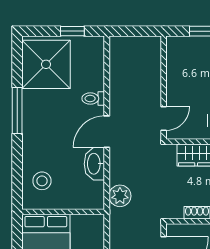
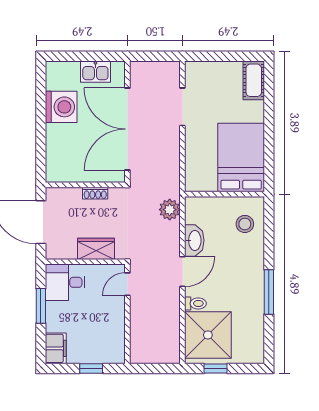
shower: (46, 64) -> (208, 335), moved

